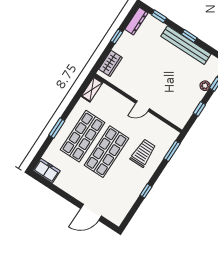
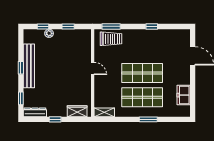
trolley: (143, 153) -> (111, 39), moved, turned 180
freezer: (46, 171) -> (184, 95), moved

